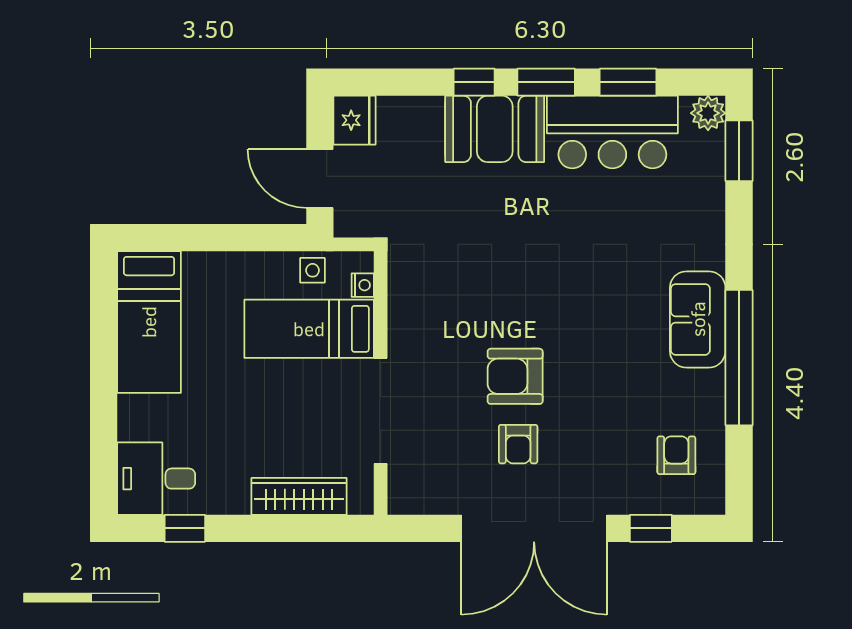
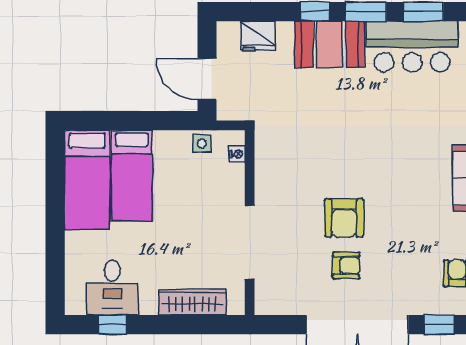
fridge: (354, 120) -> (258, 36), moved, turned 90
bed: (309, 329) -> (132, 176), moved, turned -90
armchair: (515, 376) -> (344, 218), turned -90
armchair: (518, 444) -> (346, 265), turned -90
desk: (156, 479) -> (112, 288), moved, turned -90

